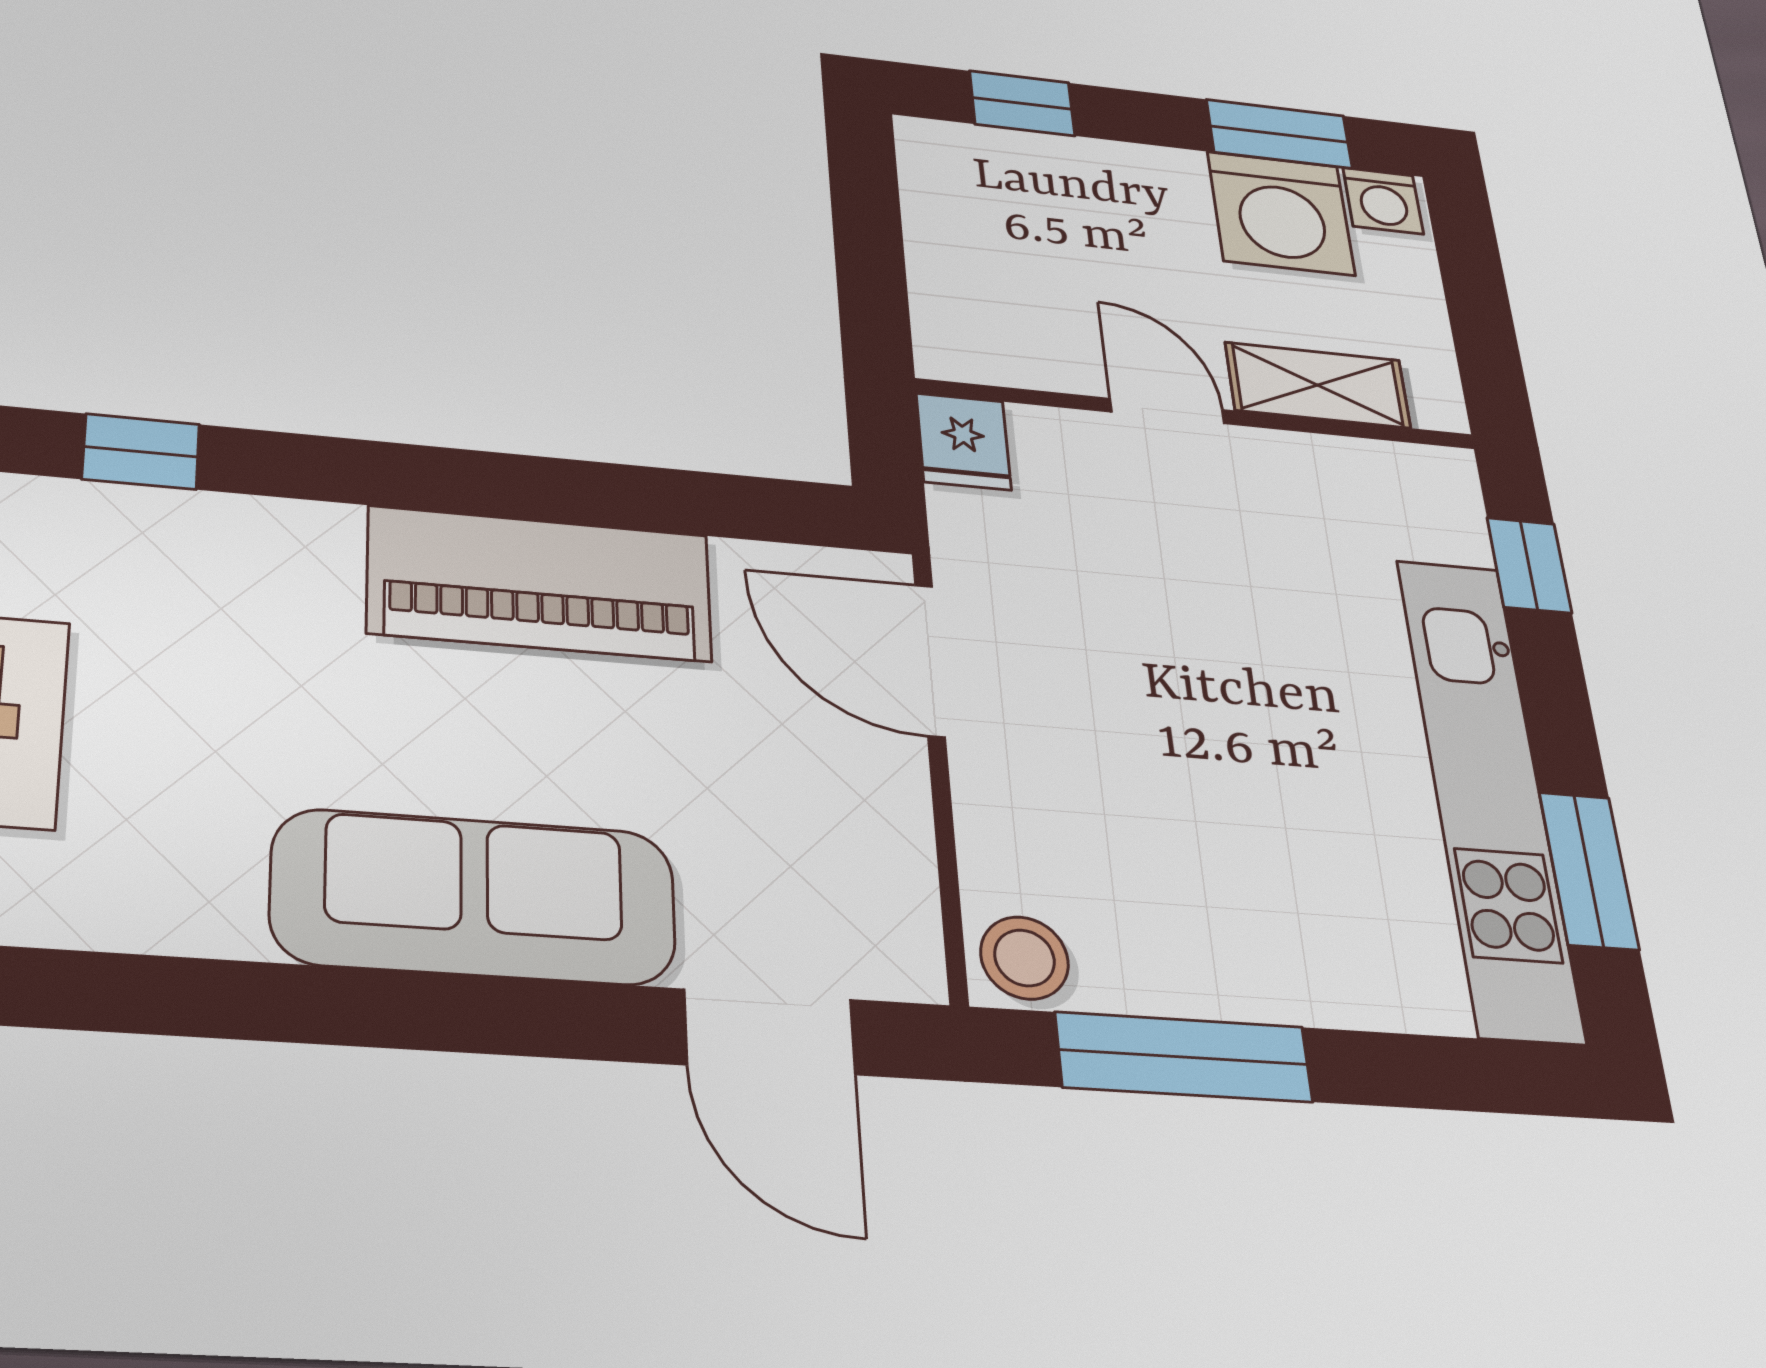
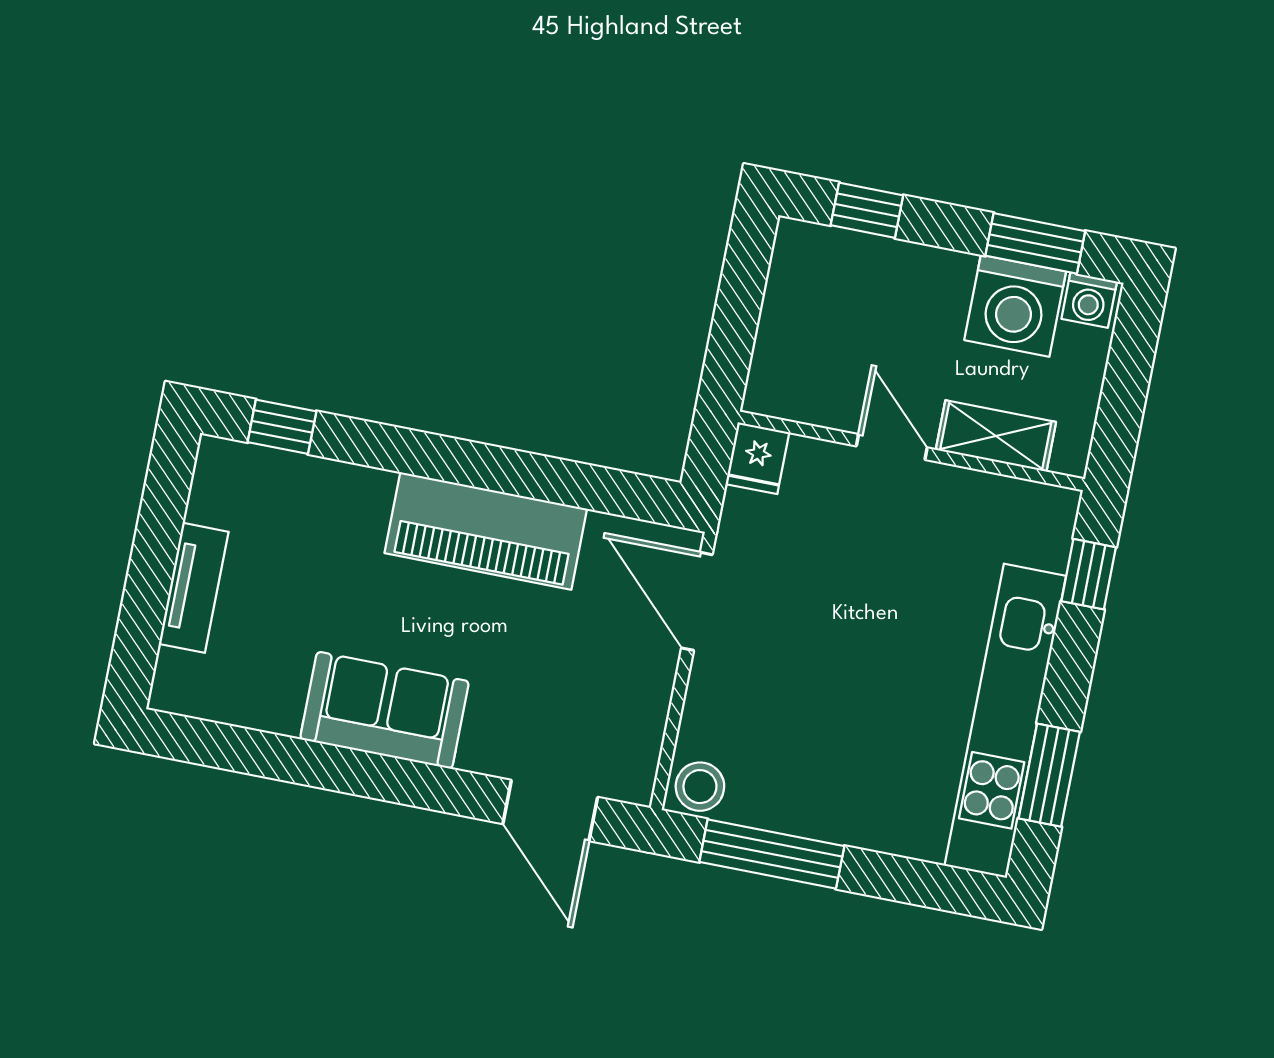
sofa: (474, 897) -> (385, 710), width x0.73

